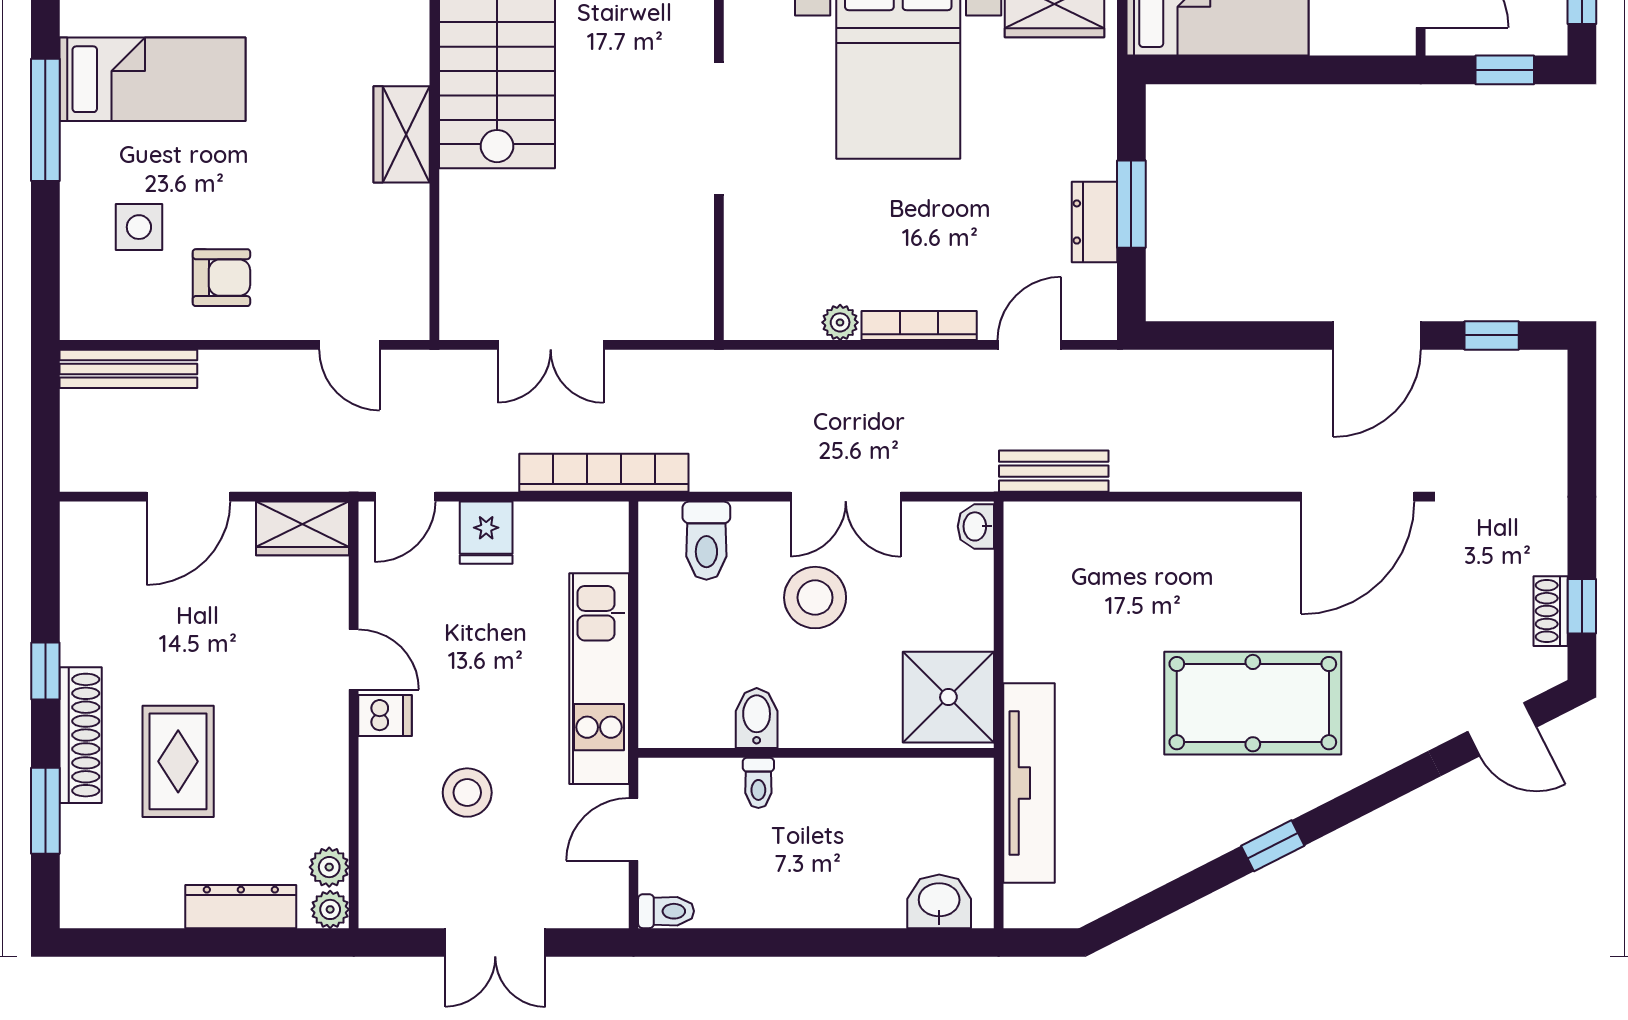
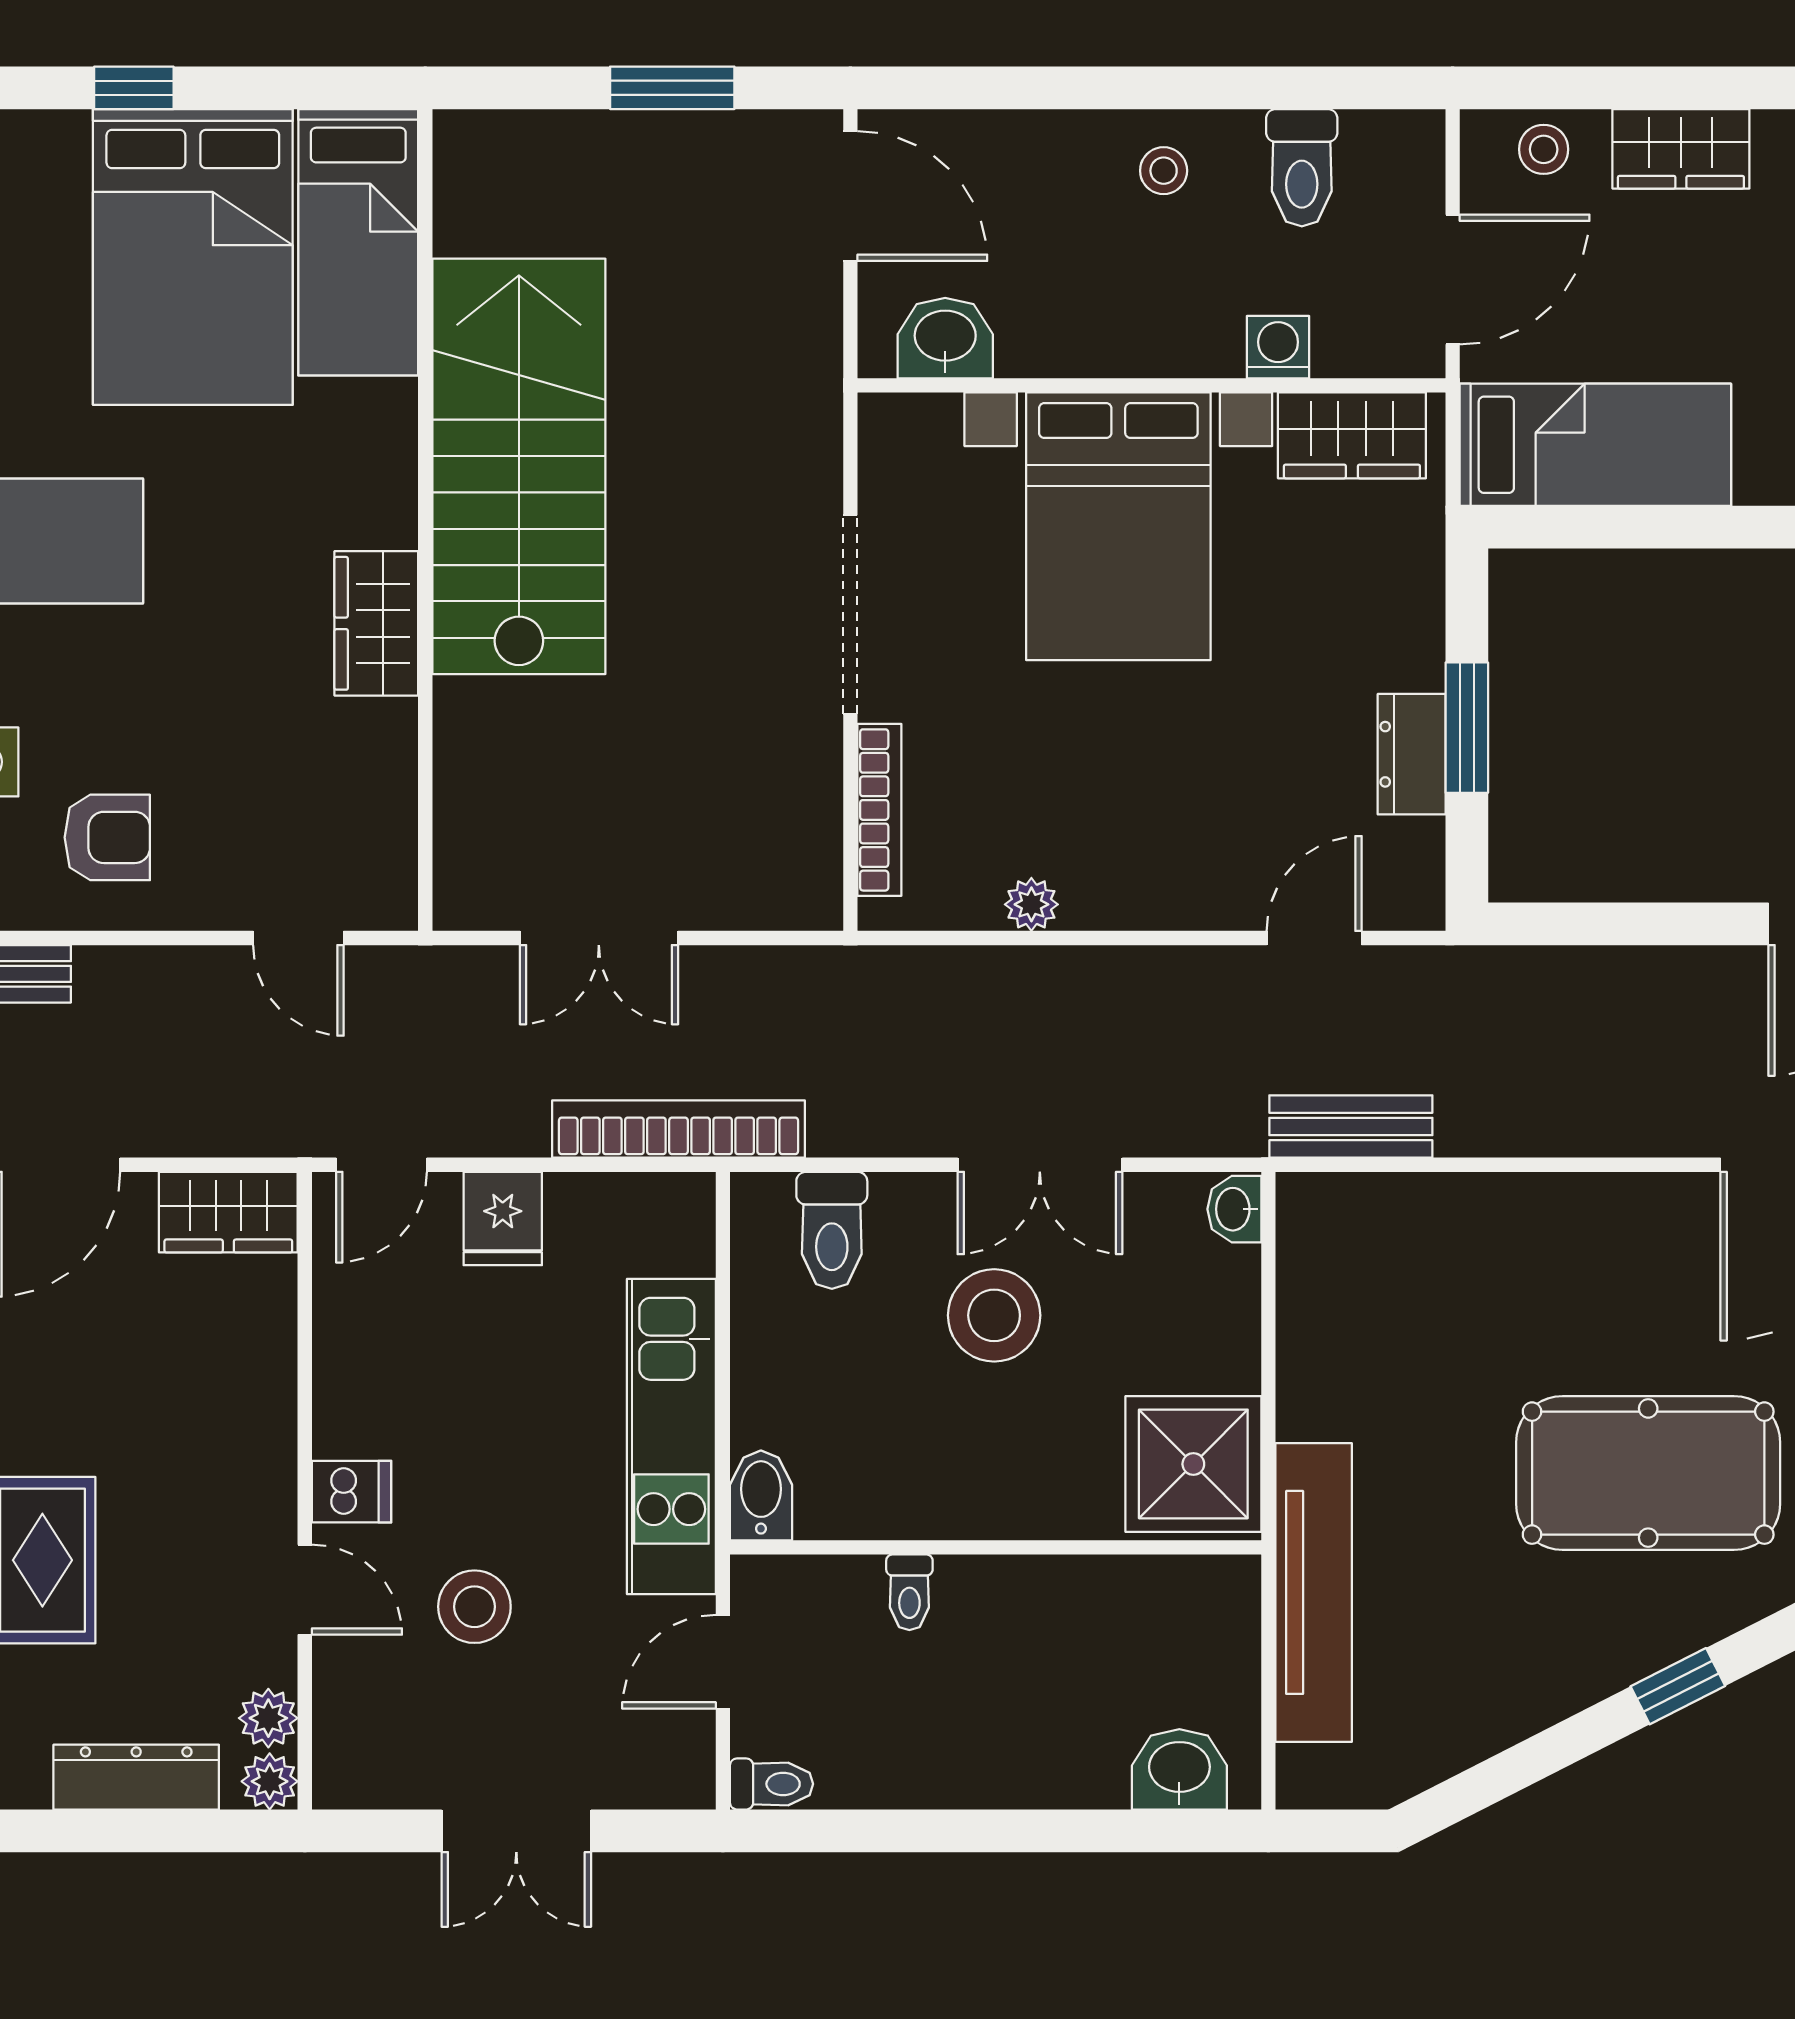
bookcase: (919, 326) -> (879, 810), moved, turned 90
door: (354, 659) -> (305, 1590), moved
bidet: (757, 718) -> (761, 1495), moved

